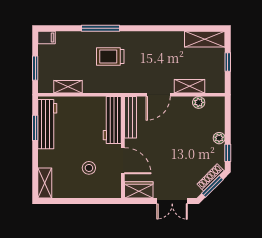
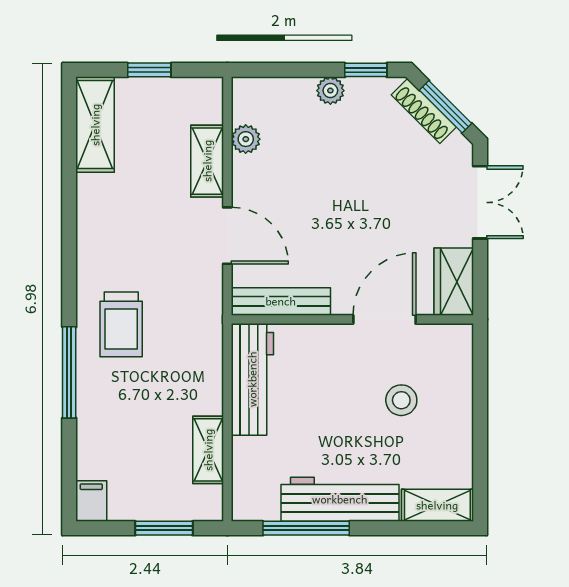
trolley: (110, 57) -> (121, 324), moved
workbench: (112, 120) -> (252, 379), moved, turned -90
workbench: (47, 124) -> (340, 499), moved
window: (35, 128) -> (306, 528), width x1.44

